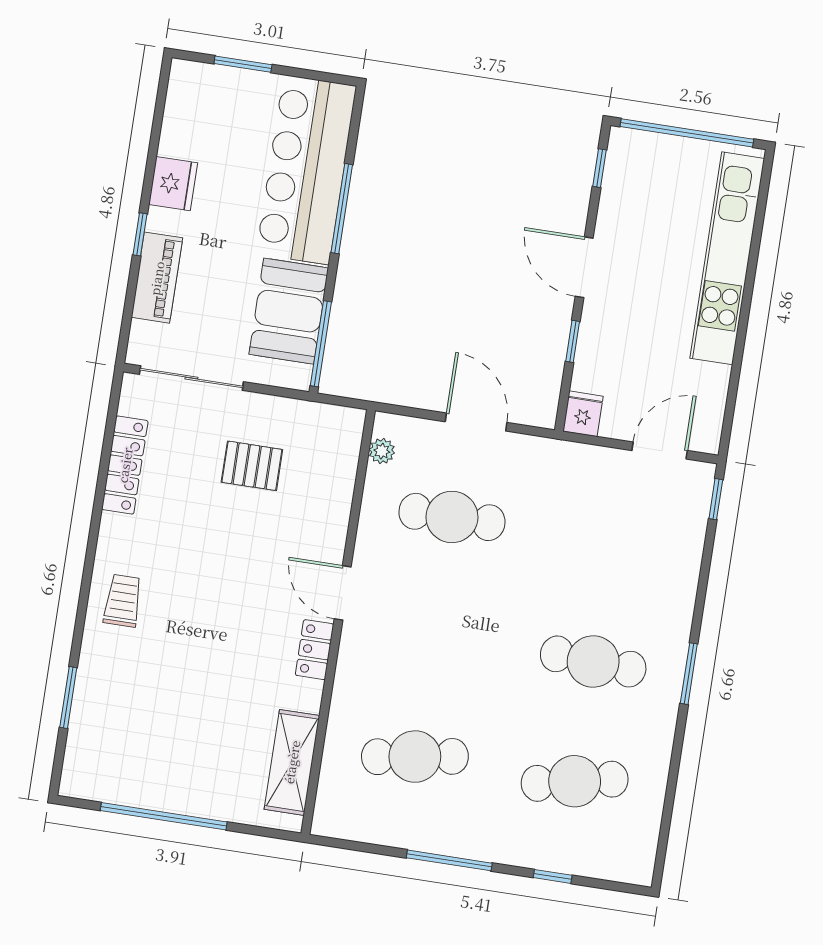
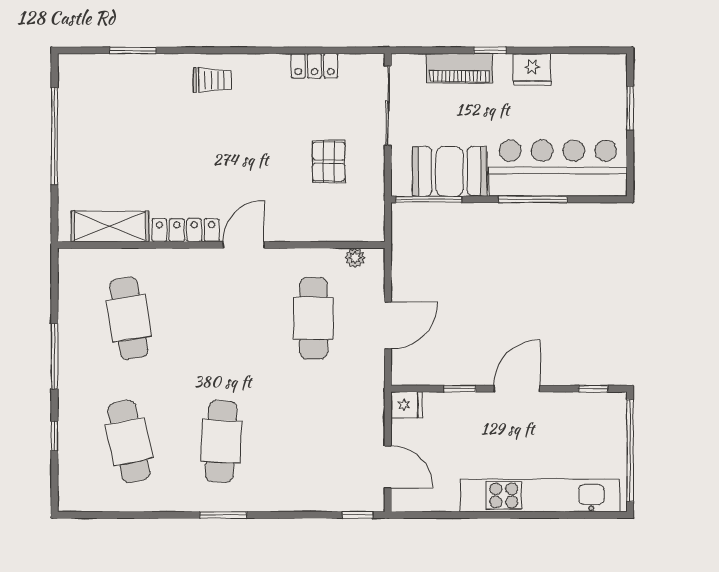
locker: (125, 465) -> (314, 66), width x0.66
locker: (314, 650) -> (186, 230), width x1.53

